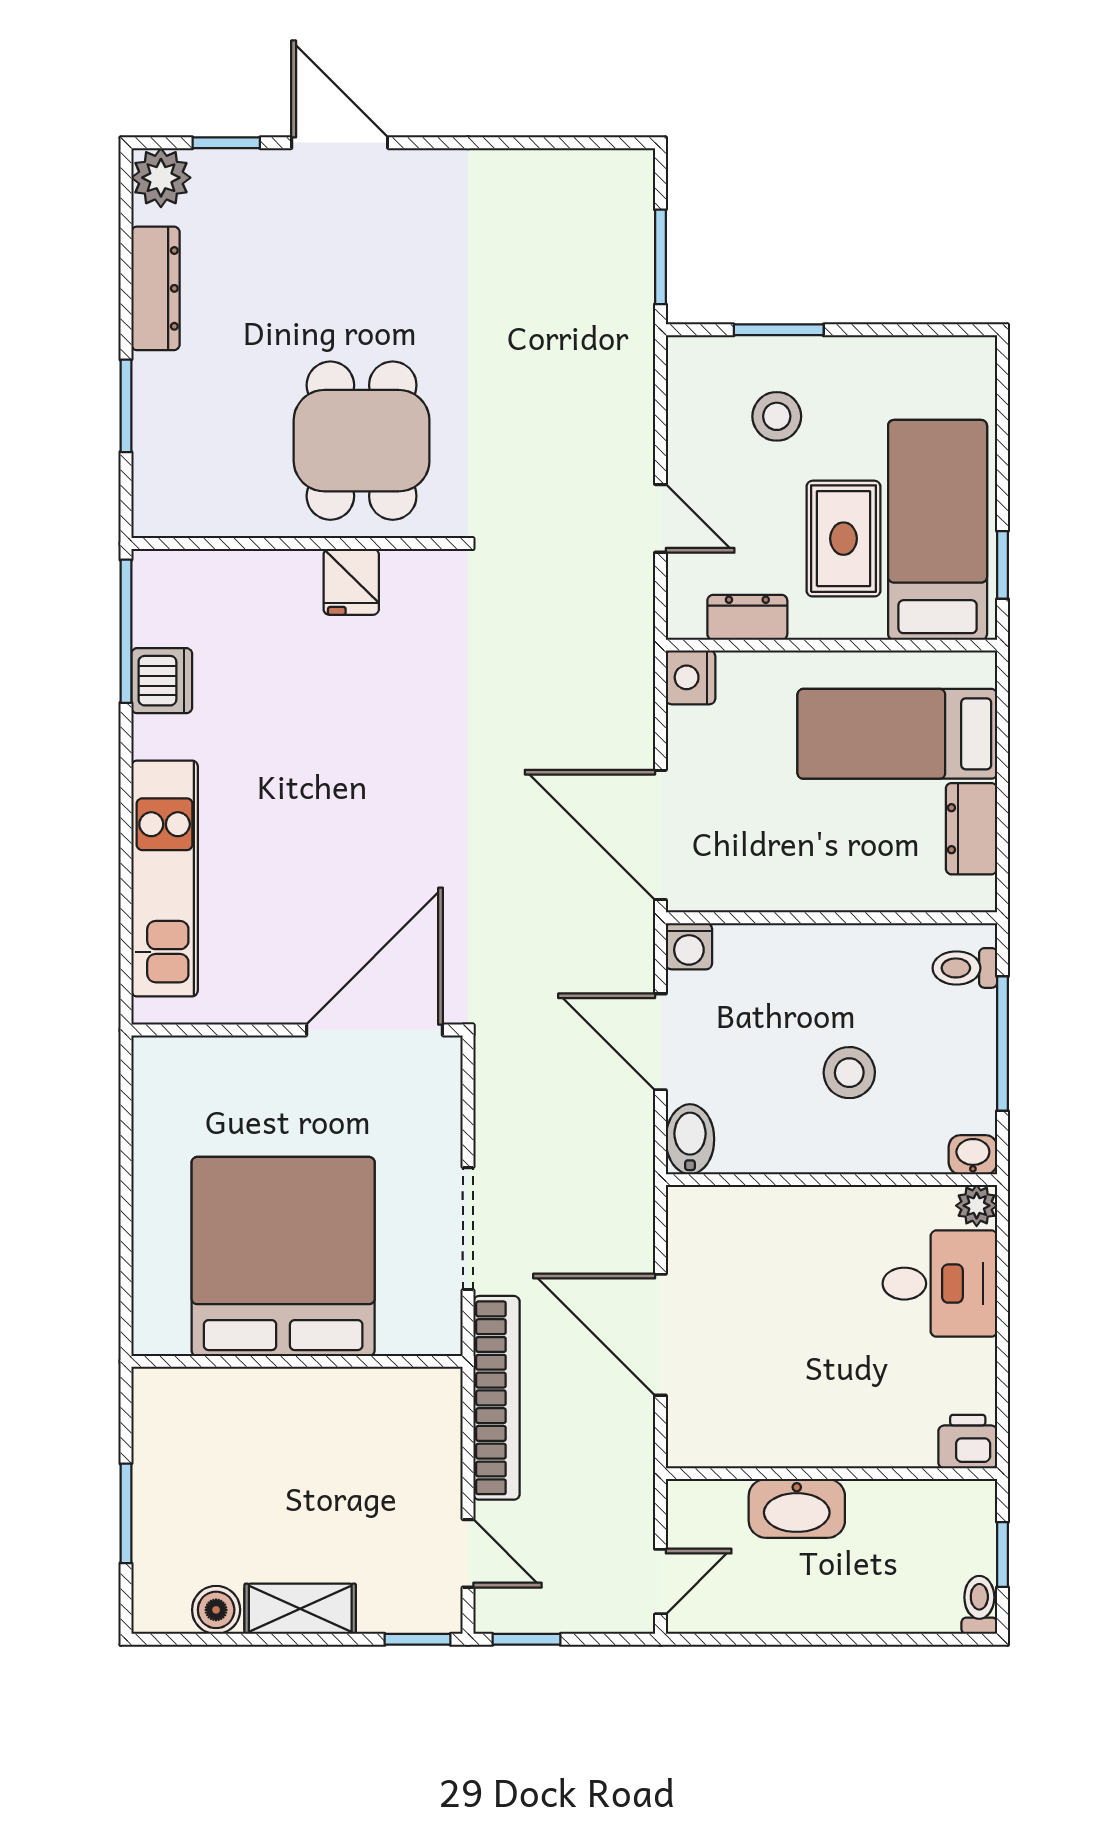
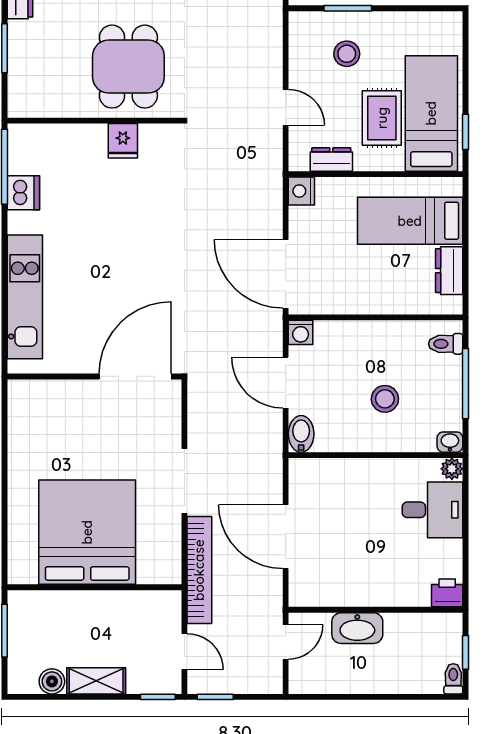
bed: (283, 1256) -> (87, 532), moved
wall: (297, 1361) -> (94, 587), moved
door: (660, 1582) -> (286, 642), moved

